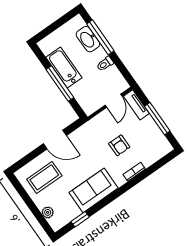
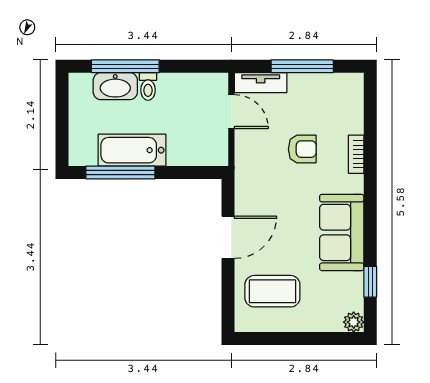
toilet: (105, 64) -> (148, 86), moved
window: (60, 83) -> (120, 173), moved
coffee table: (44, 177) -> (272, 291), turned 90
plant: (48, 212) -> (354, 322), moved

